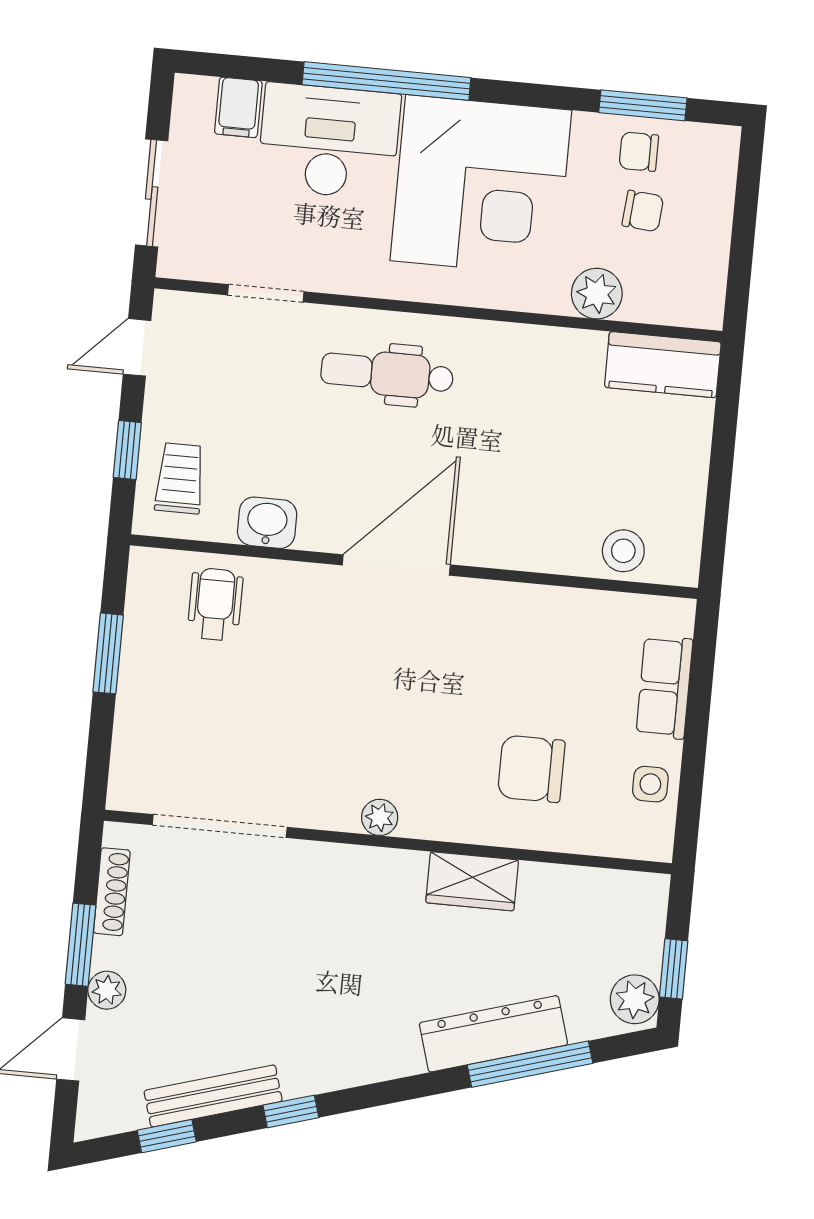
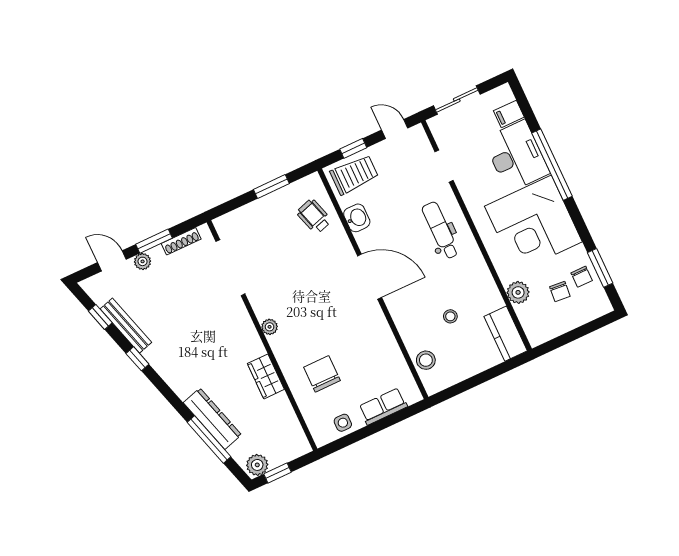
chair: (639, 152) -> (582, 277), turned 180
stool: (566, 453) -> (450, 316), added
trolley: (180, 478) -> (354, 175), width x1.36, depth x1.39
wheelchair: (215, 604) -> (314, 216), turned -107

